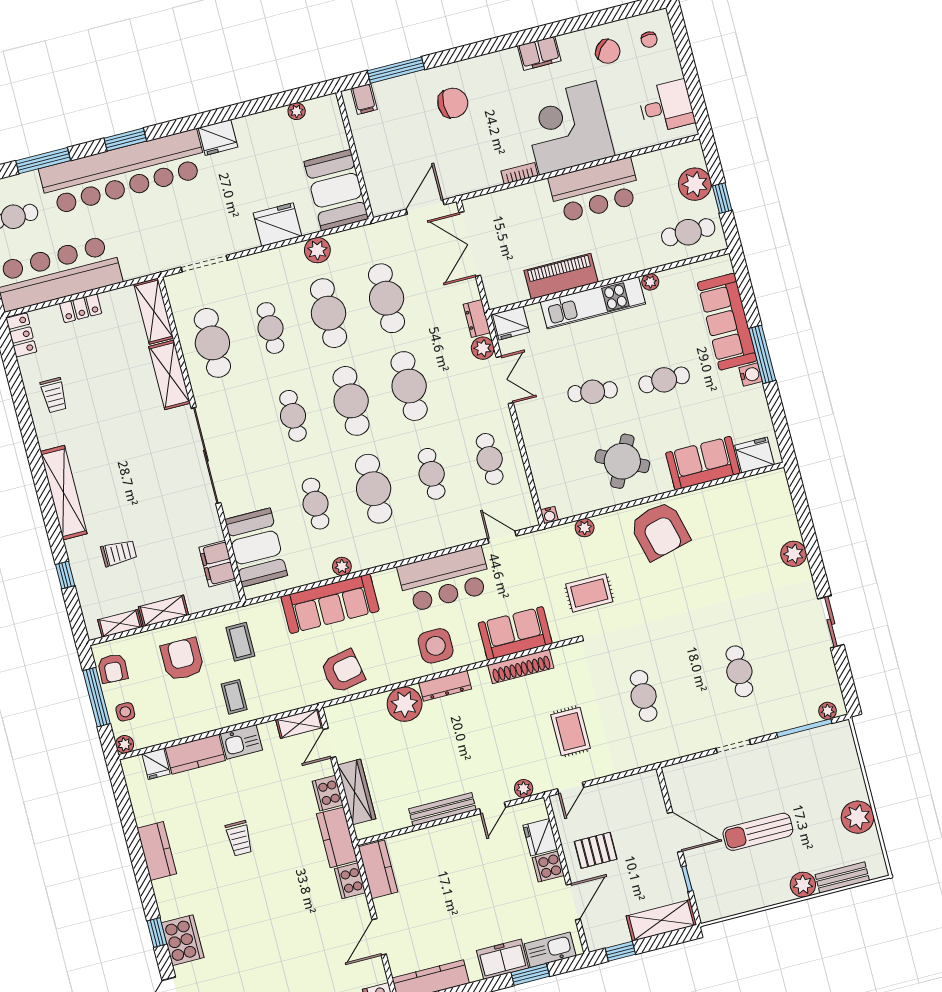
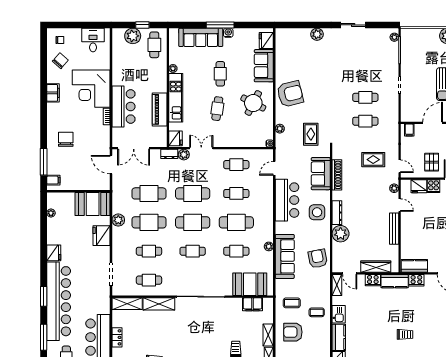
bar counter: (595, 190) -> (124, 106), moved
cafe table: (212, 343) -> (149, 280), width x0.73, depth x0.74
cafe table: (739, 671) -> (365, 97), moved
filing cabinet: (648, 789) -> (409, 130), added
trolley: (239, 838) -> (405, 334), moved

